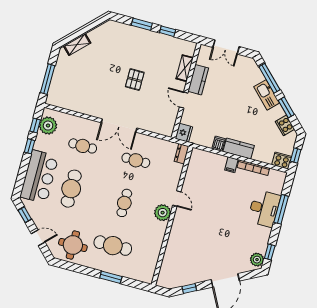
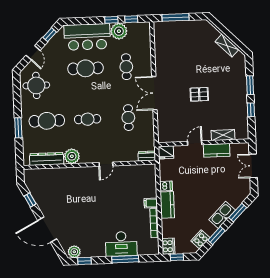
shelving: (77, 44) -> (227, 46), moved
window: (269, 78) -> (238, 213), width x0.69
plant: (48, 126) -> (119, 31), moved
plant: (163, 213) -> (72, 156), moved
cafe table: (113, 246) -> (47, 121), turned 90
dresser: (152, 258) -> (47, 159), added

